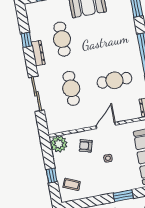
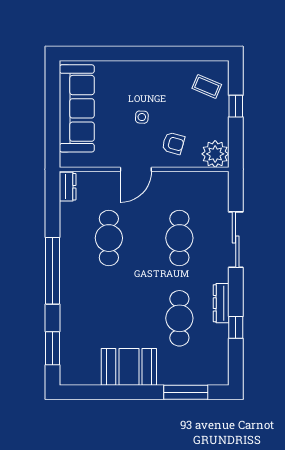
cafe table: (114, 80) -> (109, 238), turned 90
window: (123, 196) -> (129, 54), removed

